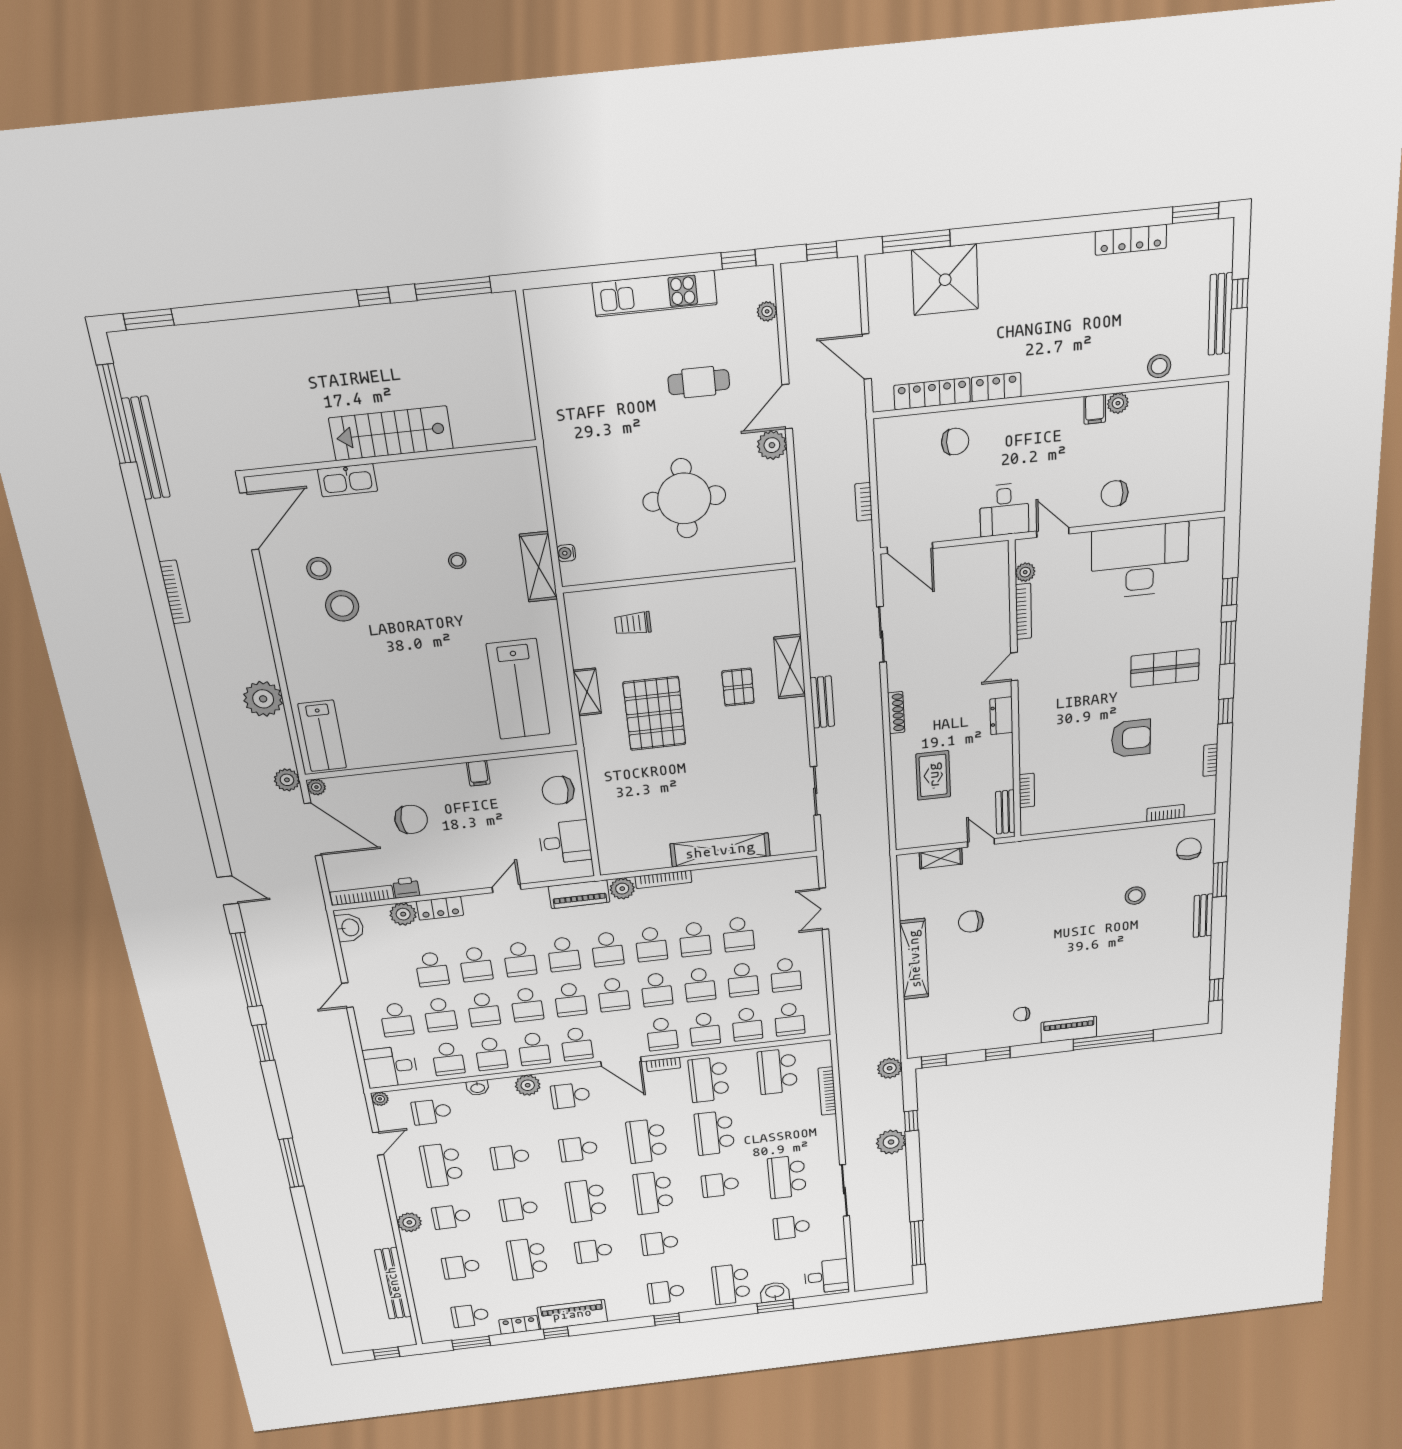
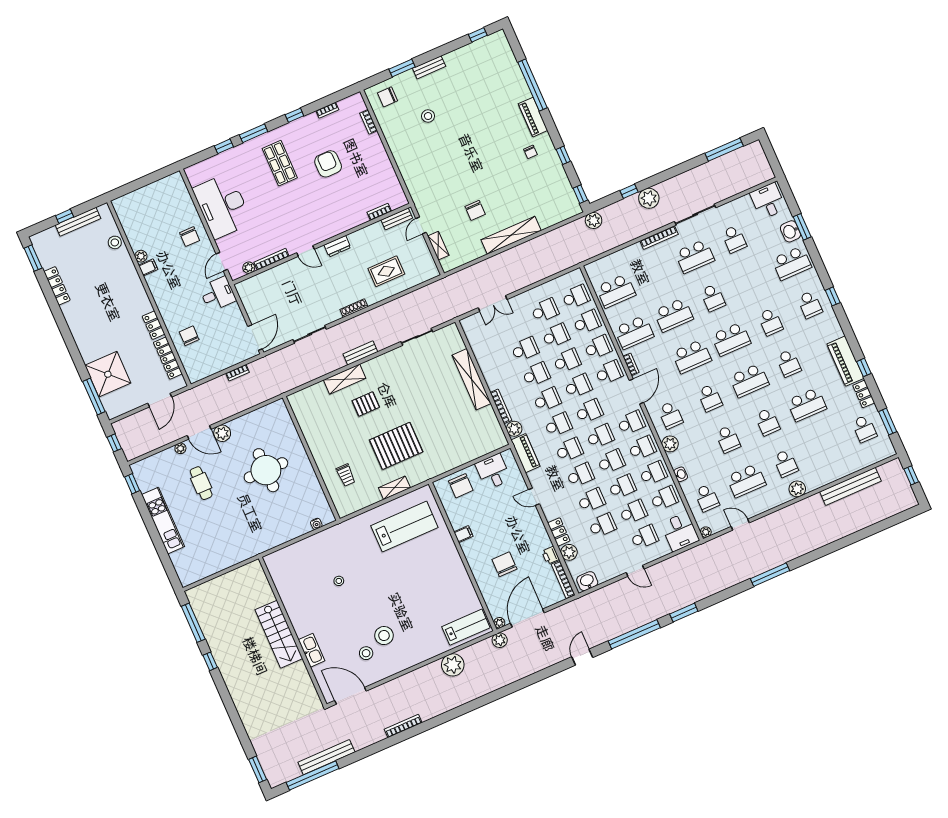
plant: (767, 311) -> (180, 448), moved
shelving: (538, 567) -> (329, 536), removed
bookcase: (827, 1091) -> (659, 238), moved
school desk: (461, 1267) -> (825, 446), removed

